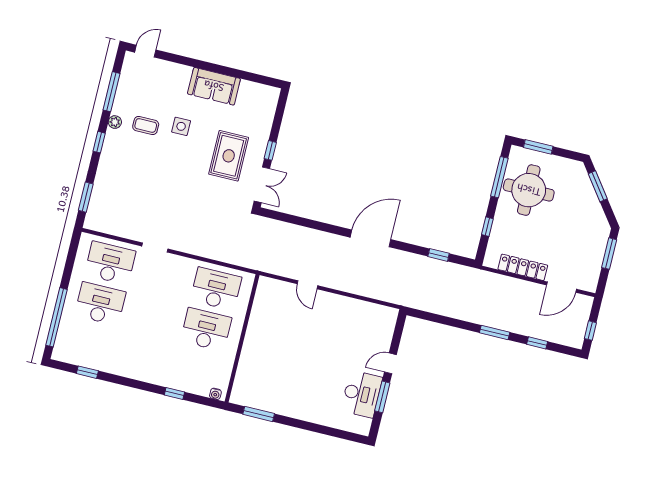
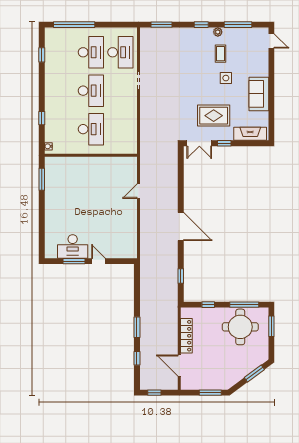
fireplace: (266, 112) -> (250, 134), added
desk: (216, 289) -> (91, 91), moved

